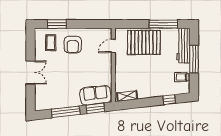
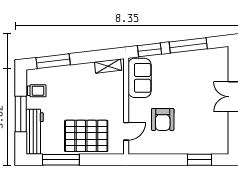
coffee table: (51, 43) -> (208, 136), removed
armchair: (73, 45) -> (163, 119), moved, turned 180
sofa: (95, 95) -> (140, 78), moved, turned -83
window: (169, 100) -> (53, 61), width x2.17

